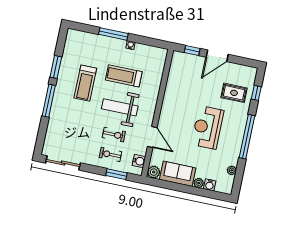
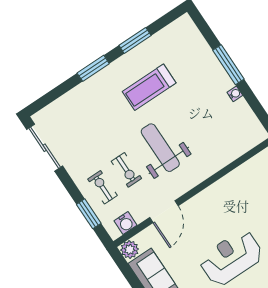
treadmill: (124, 76) -> (196, 119), removed
window: (49, 101) -> (93, 68), width x0.69

